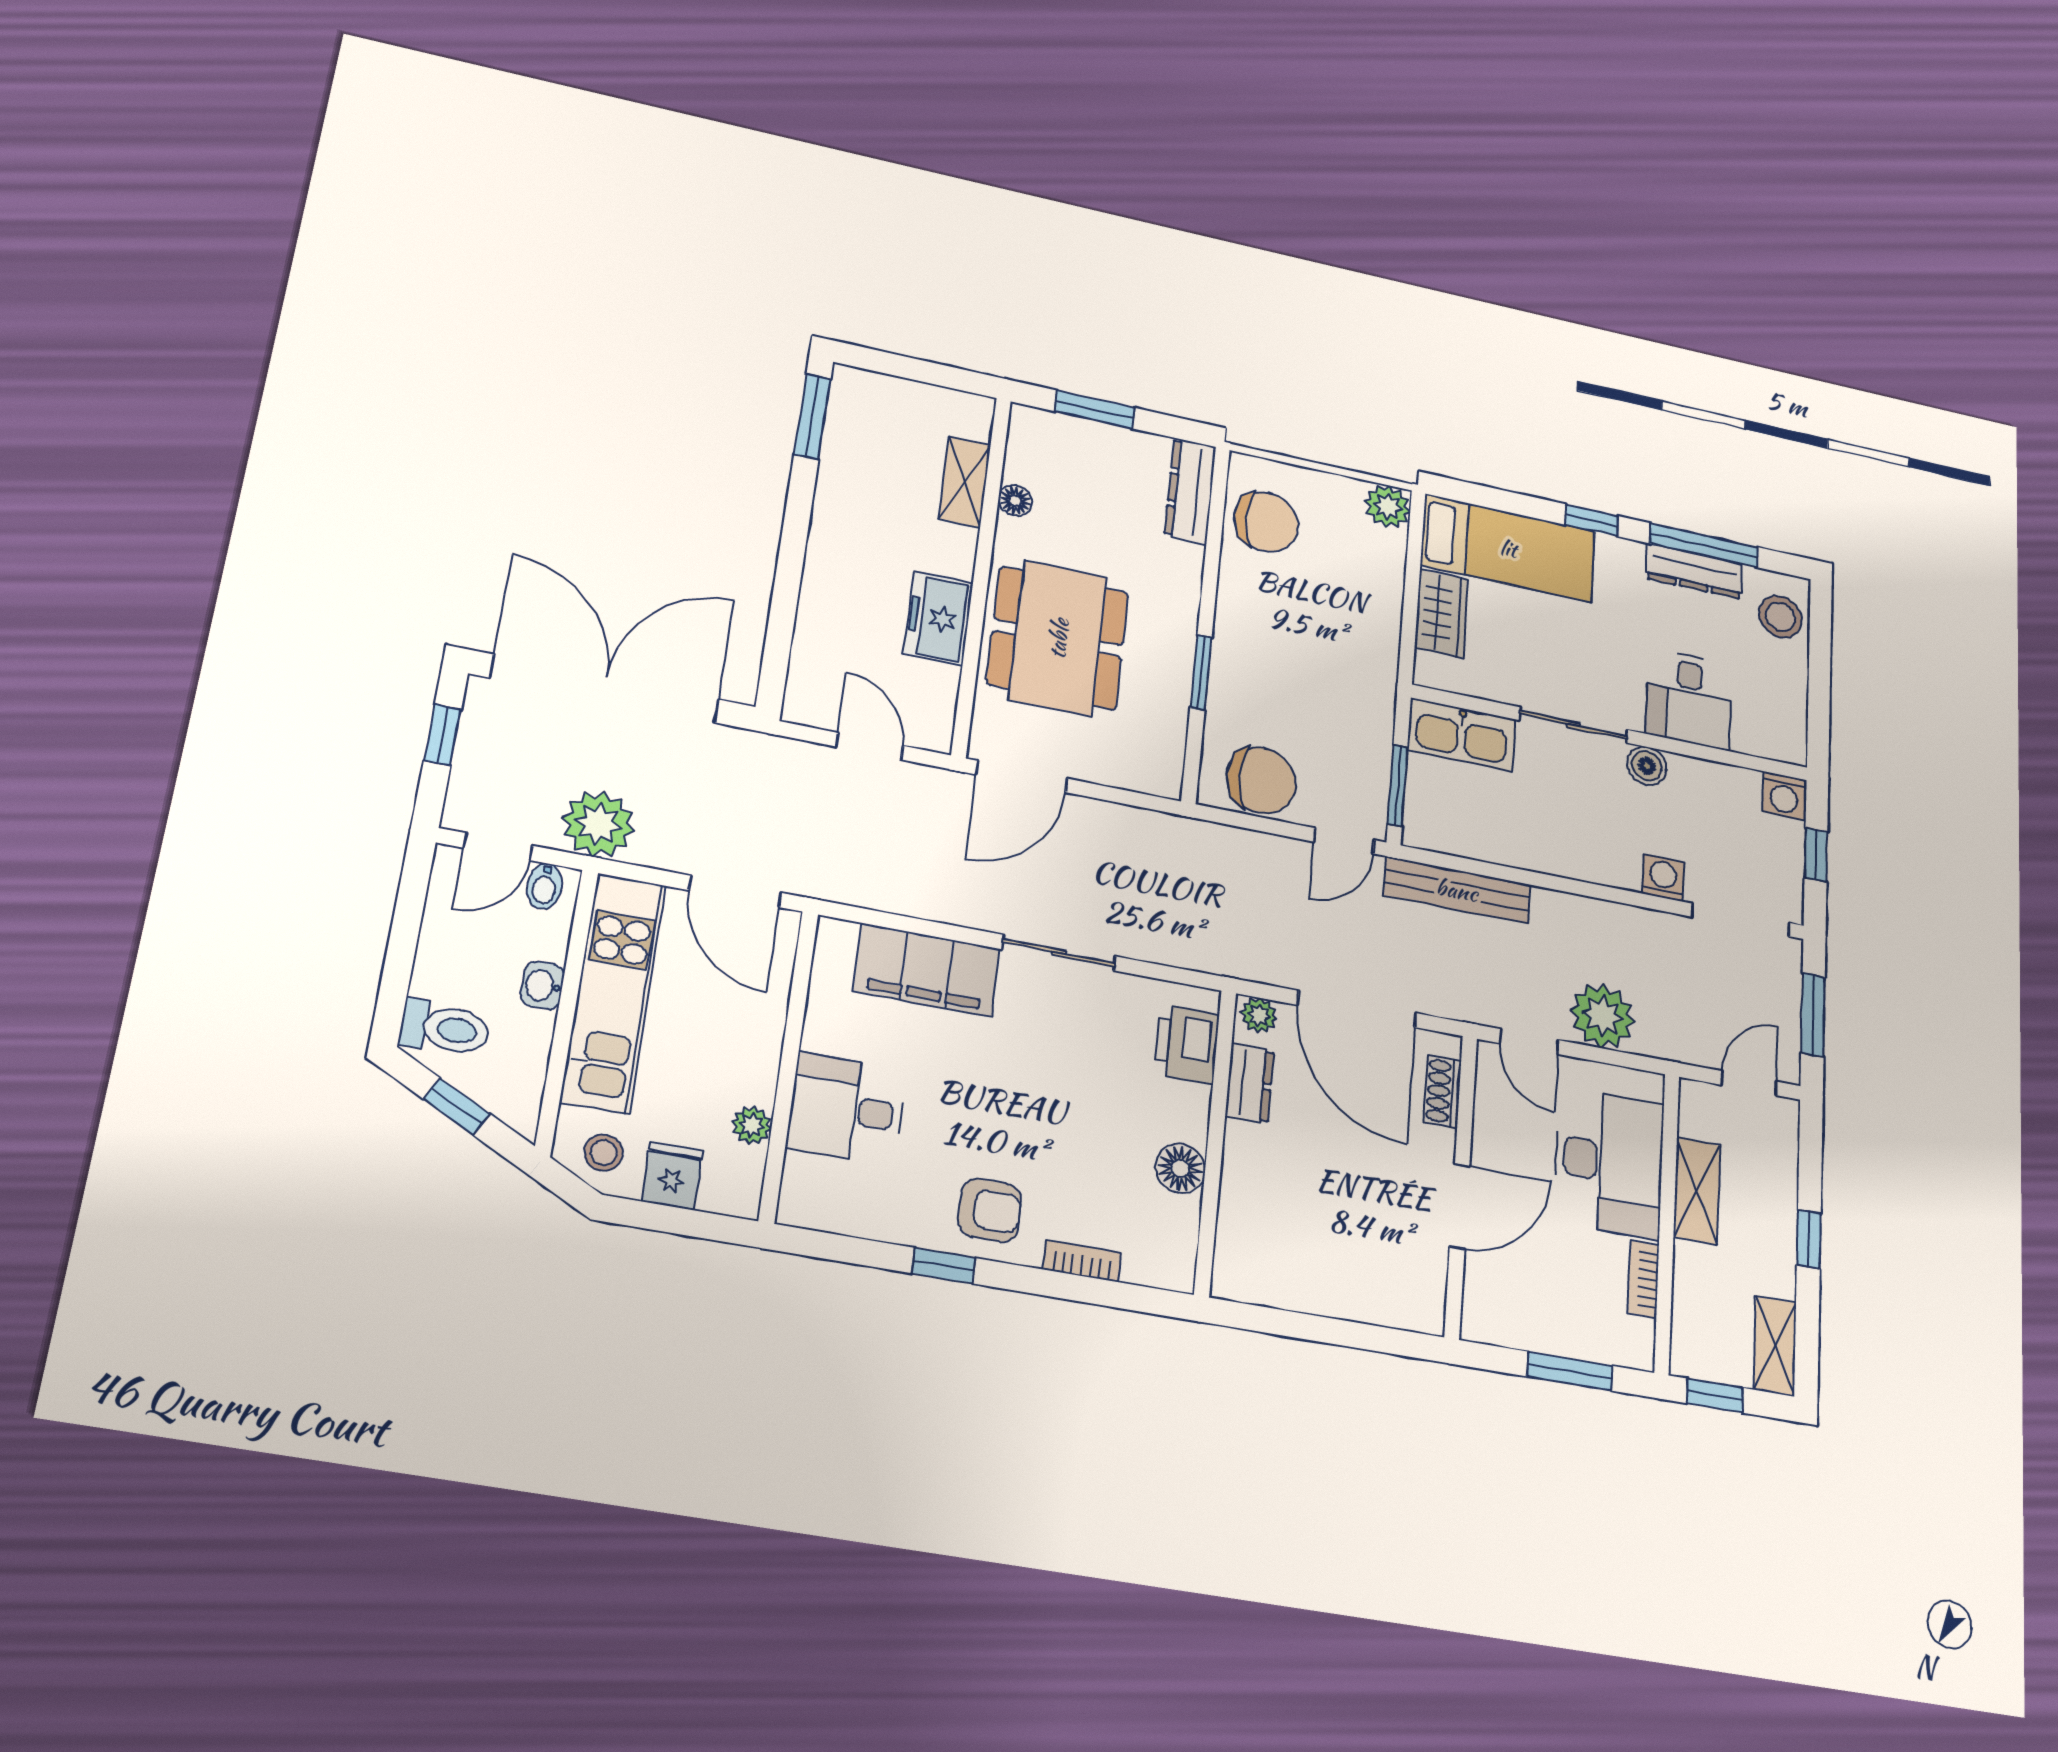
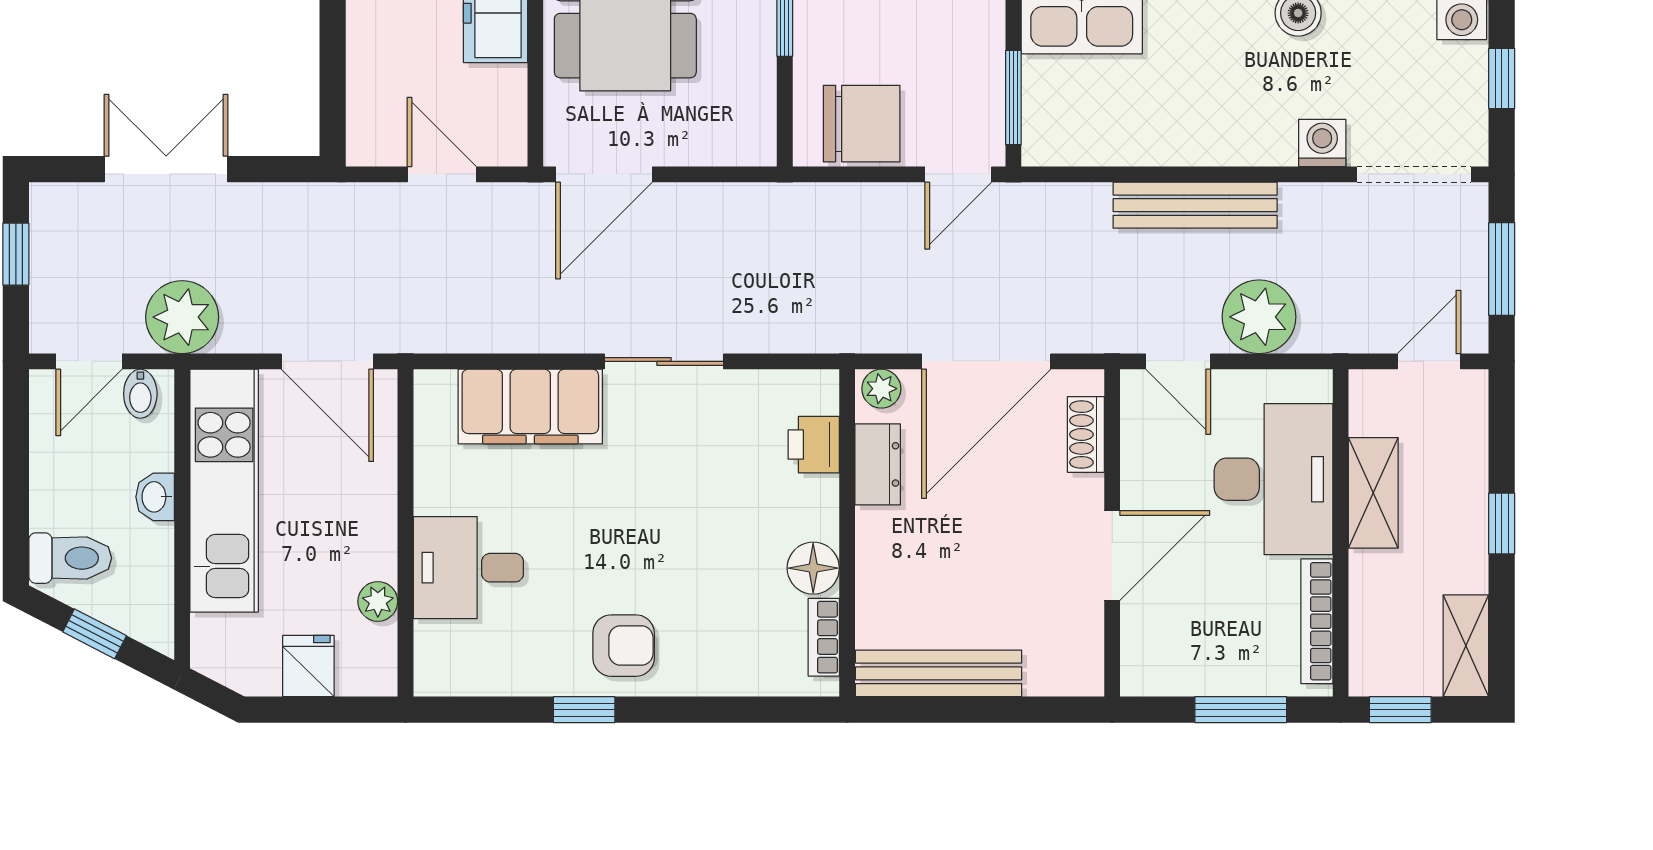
double door: (605, 689) -> (166, 169), width x0.54
bench: (1457, 890) -> (1195, 205), moved
door: (1357, 1009) -> (986, 361), hinge flipped
printer: (1187, 1044) -> (814, 445), width x0.73, depth x0.81
stool: (603, 1153) -> (240, 654), removed
bookcase: (1082, 1261) -> (824, 637), moved, turned -90
bookcase: (1643, 1279) -> (1317, 621), width x1.56
bench: (1290, 1289) -> (939, 673), added

